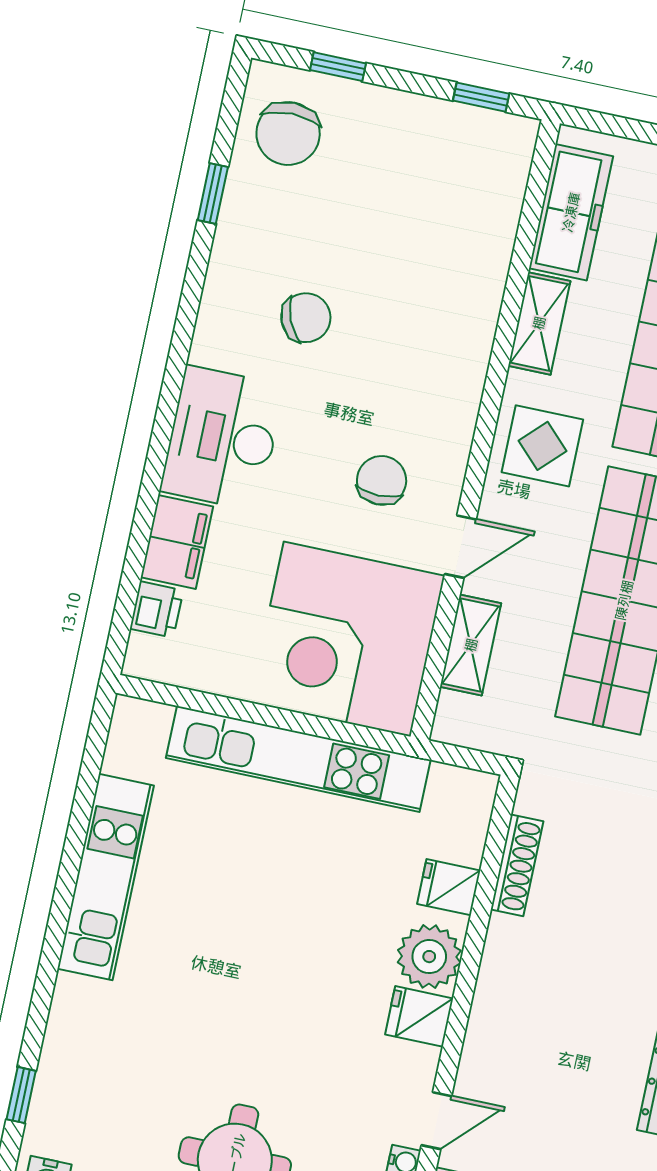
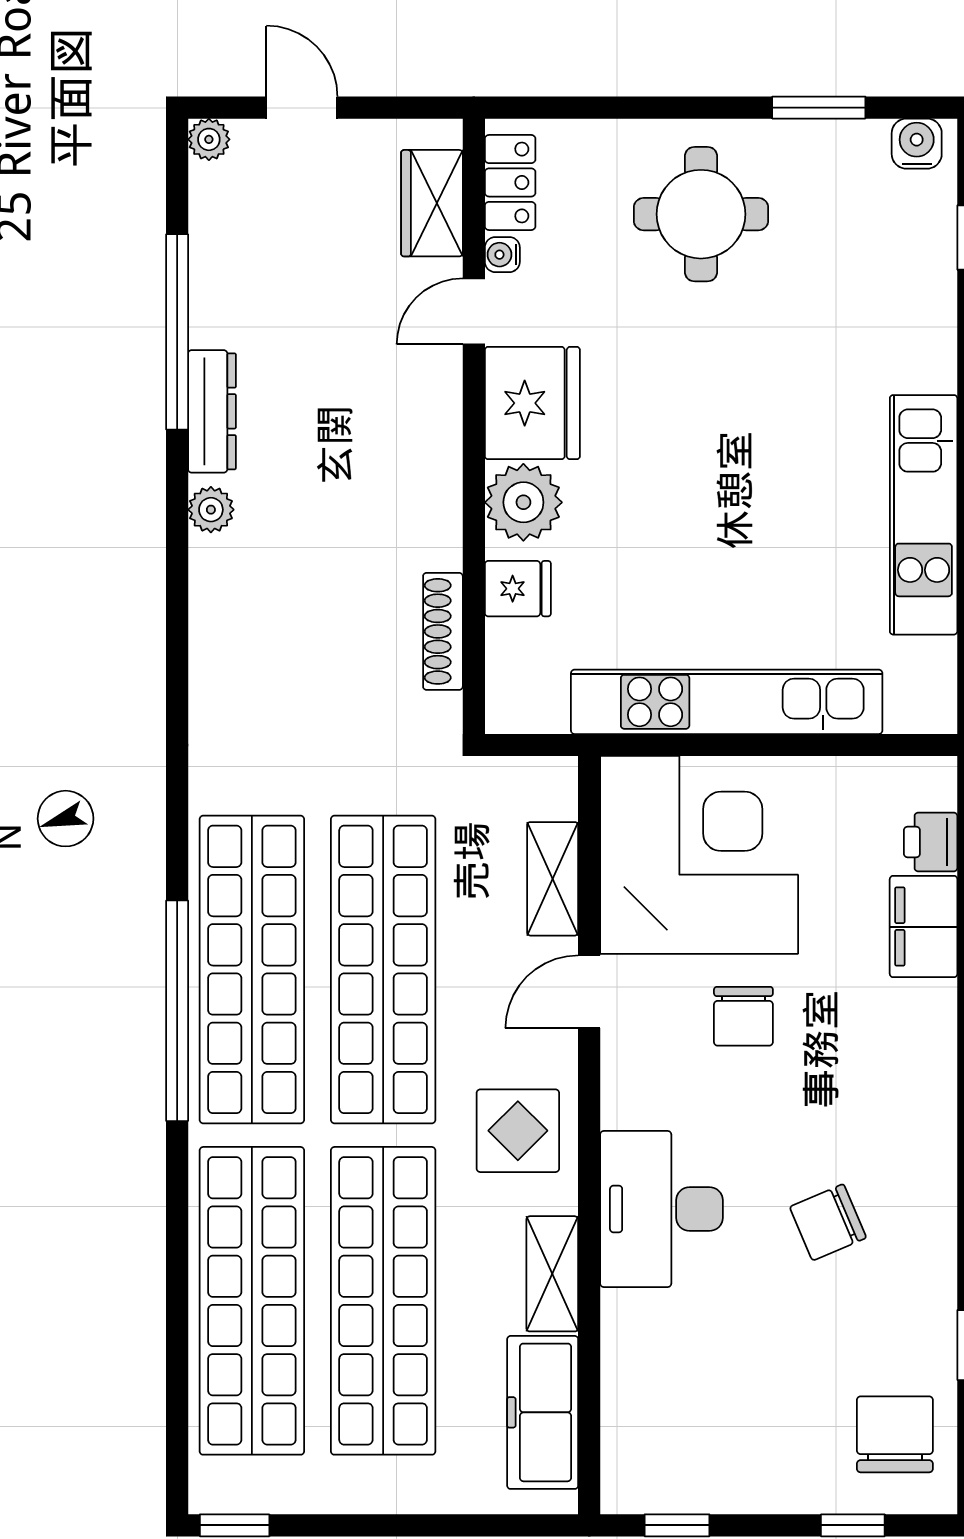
desk: (222, 438) -> (661, 1209), moved, turned 180
chair: (382, 480) -> (743, 1016), moved
fridge: (419, 1016) -> (532, 403), width x1.88, depth x1.34

